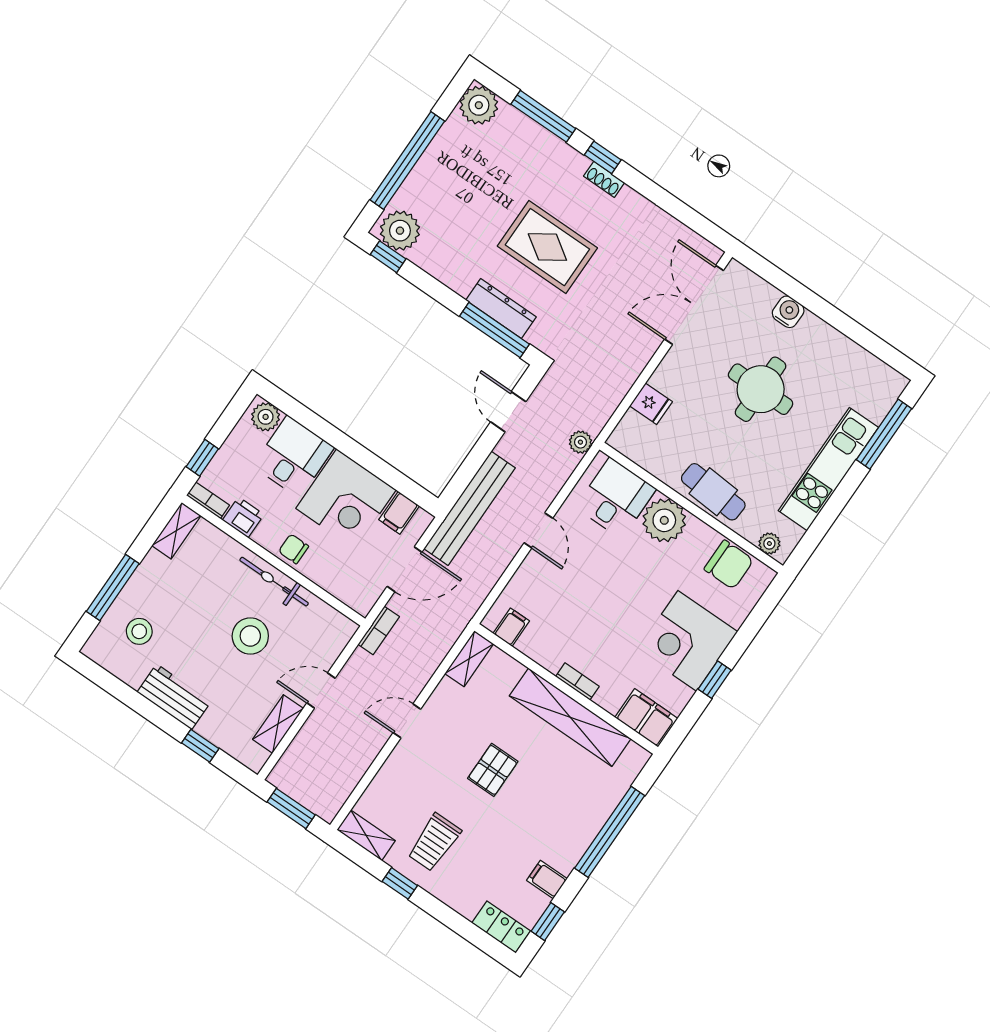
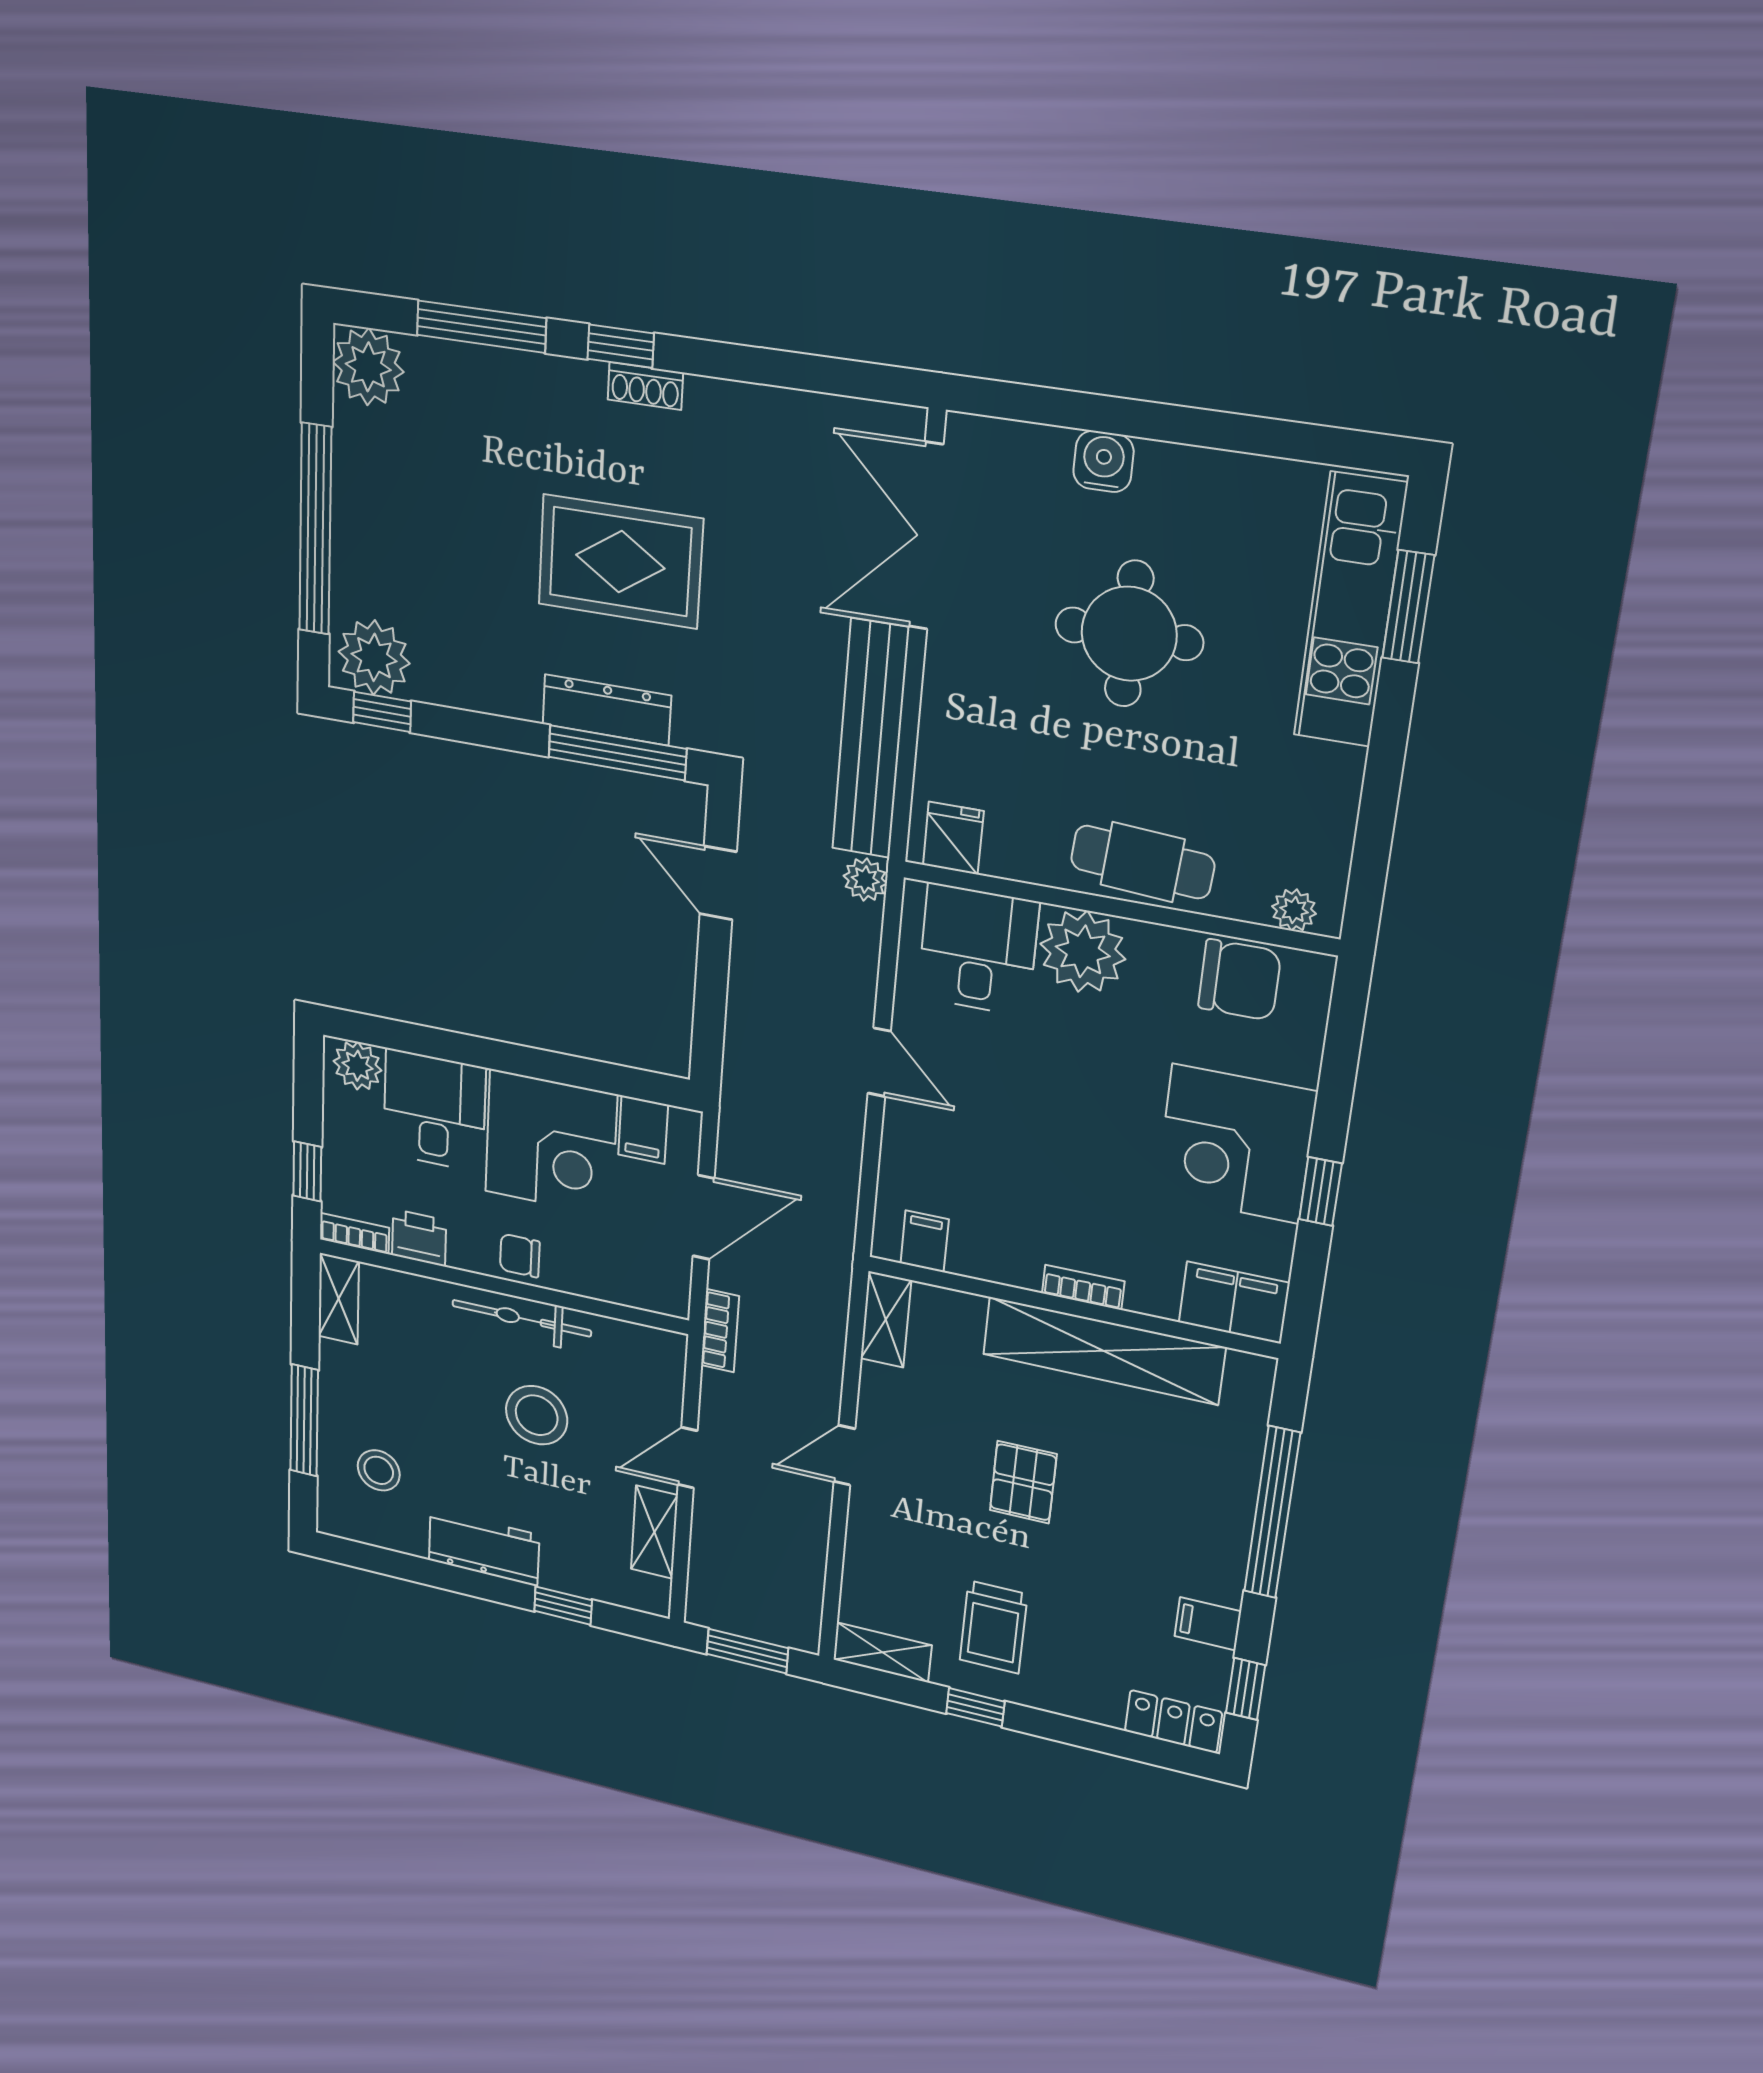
fridge: (651, 404) -> (953, 838), moved, turned -90
window: (884, 434) -> (1408, 607), width x0.69
kitchen unit: (828, 469) -> (1350, 611), moved
bench: (470, 508) -> (870, 739), moved

